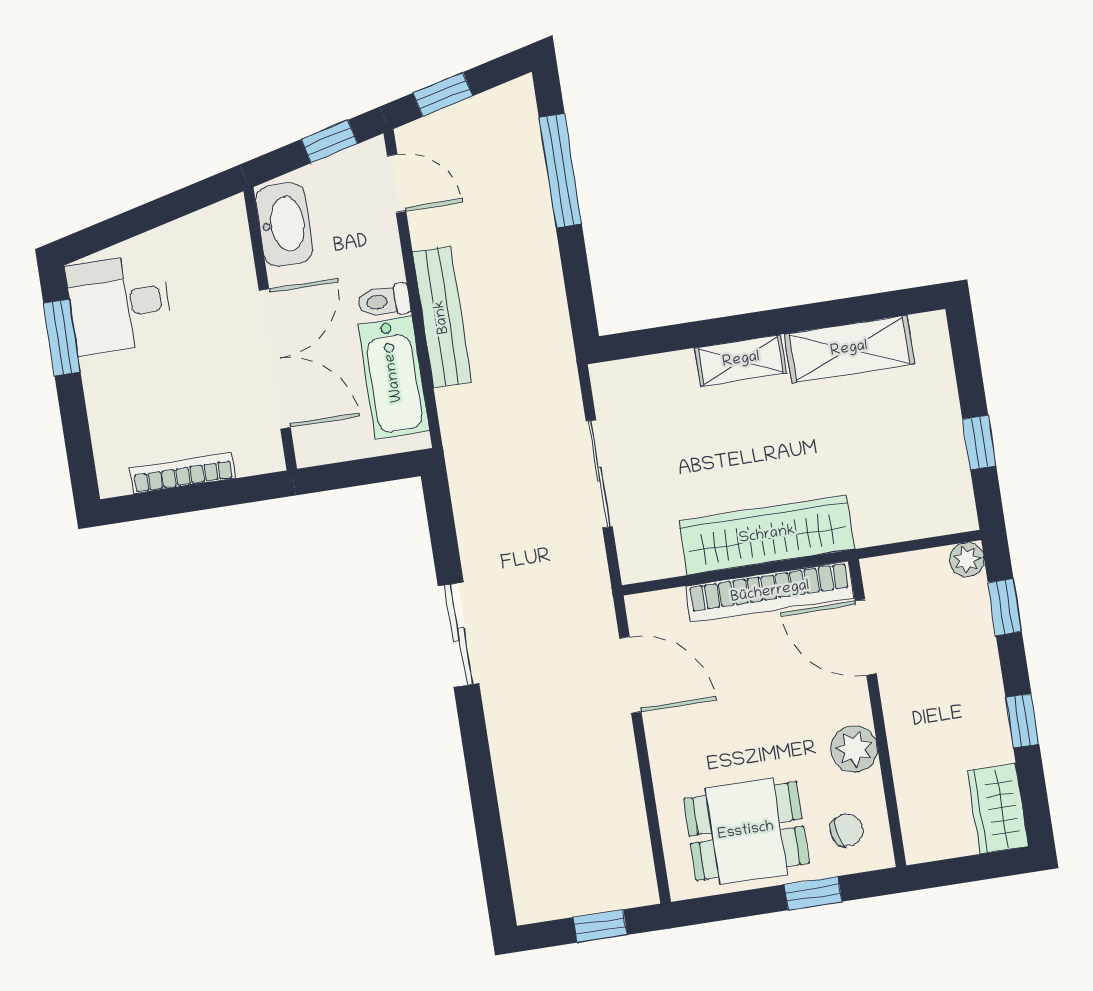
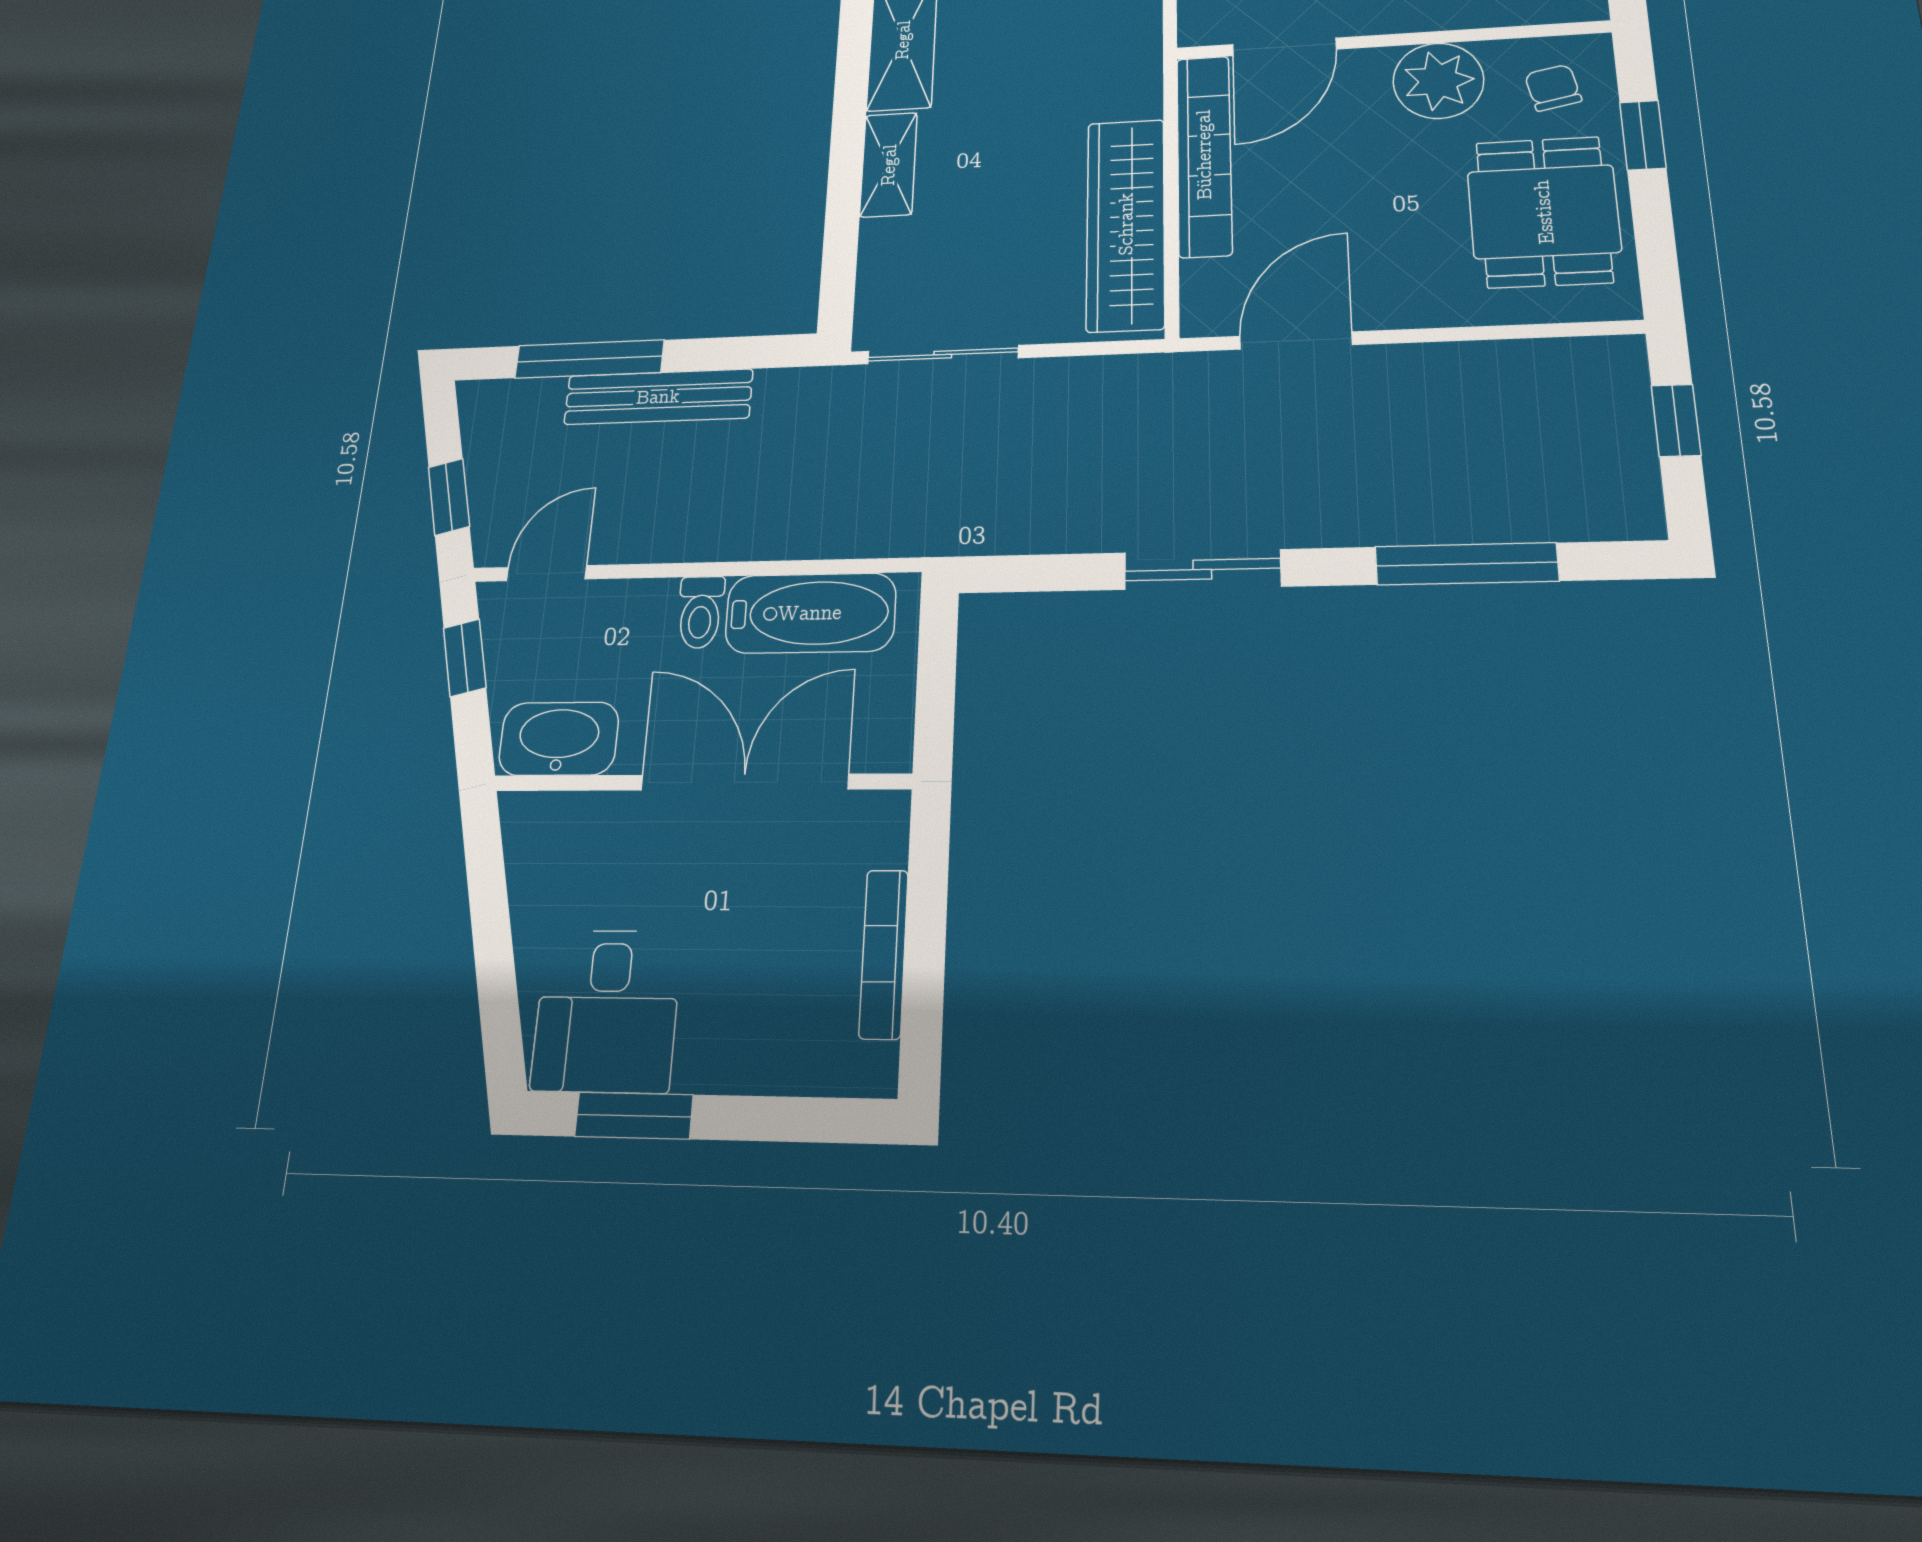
bench: (442, 317) -> (658, 397), moved
sliding door: (599, 474) -> (943, 355), moved
wardrobe: (767, 535) -> (1126, 224), moved
plant: (854, 749) -> (1438, 81), width x1.36, depth x1.36
window: (485, 803) -> (1466, 564), added

